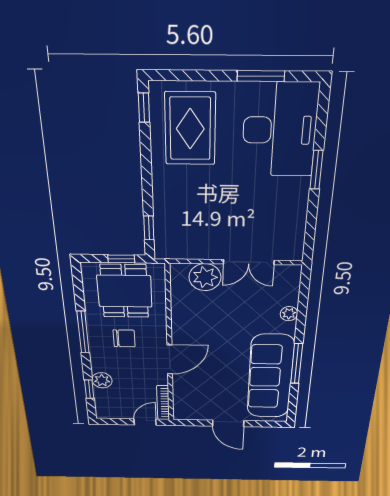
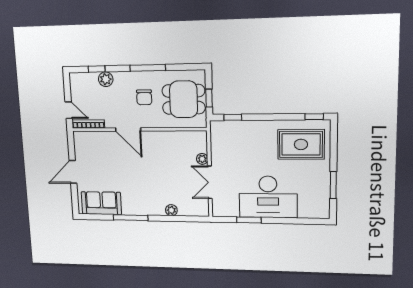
desk: (280, 130) -> (268, 197), moved
window: (316, 170) -> (249, 220), moved
plant: (205, 277) -> (202, 159), width x0.53, depth x0.53
sofa: (270, 377) -> (101, 203), width x0.54, depth x0.79

